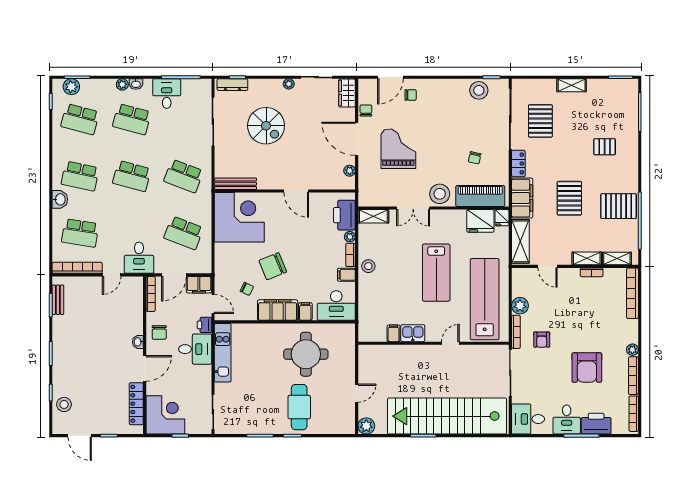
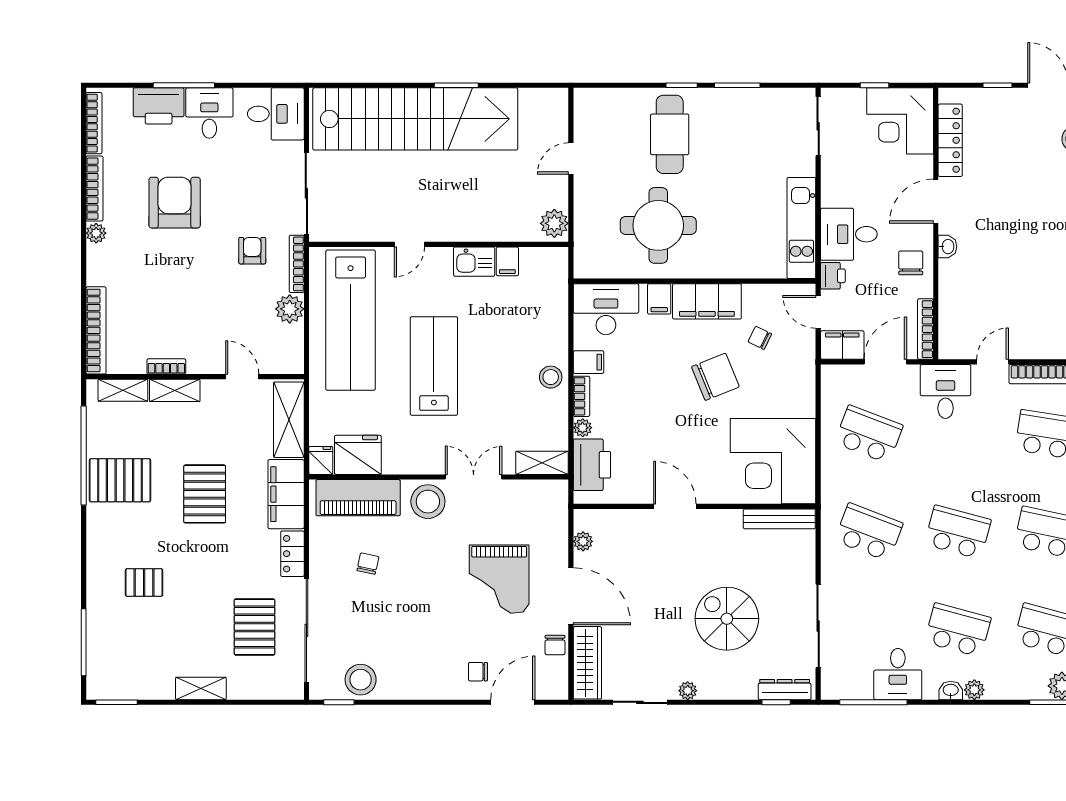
wardrobe: (347, 93) -> (587, 663), width x1.50
plant: (366, 426) -> (554, 223), moved

